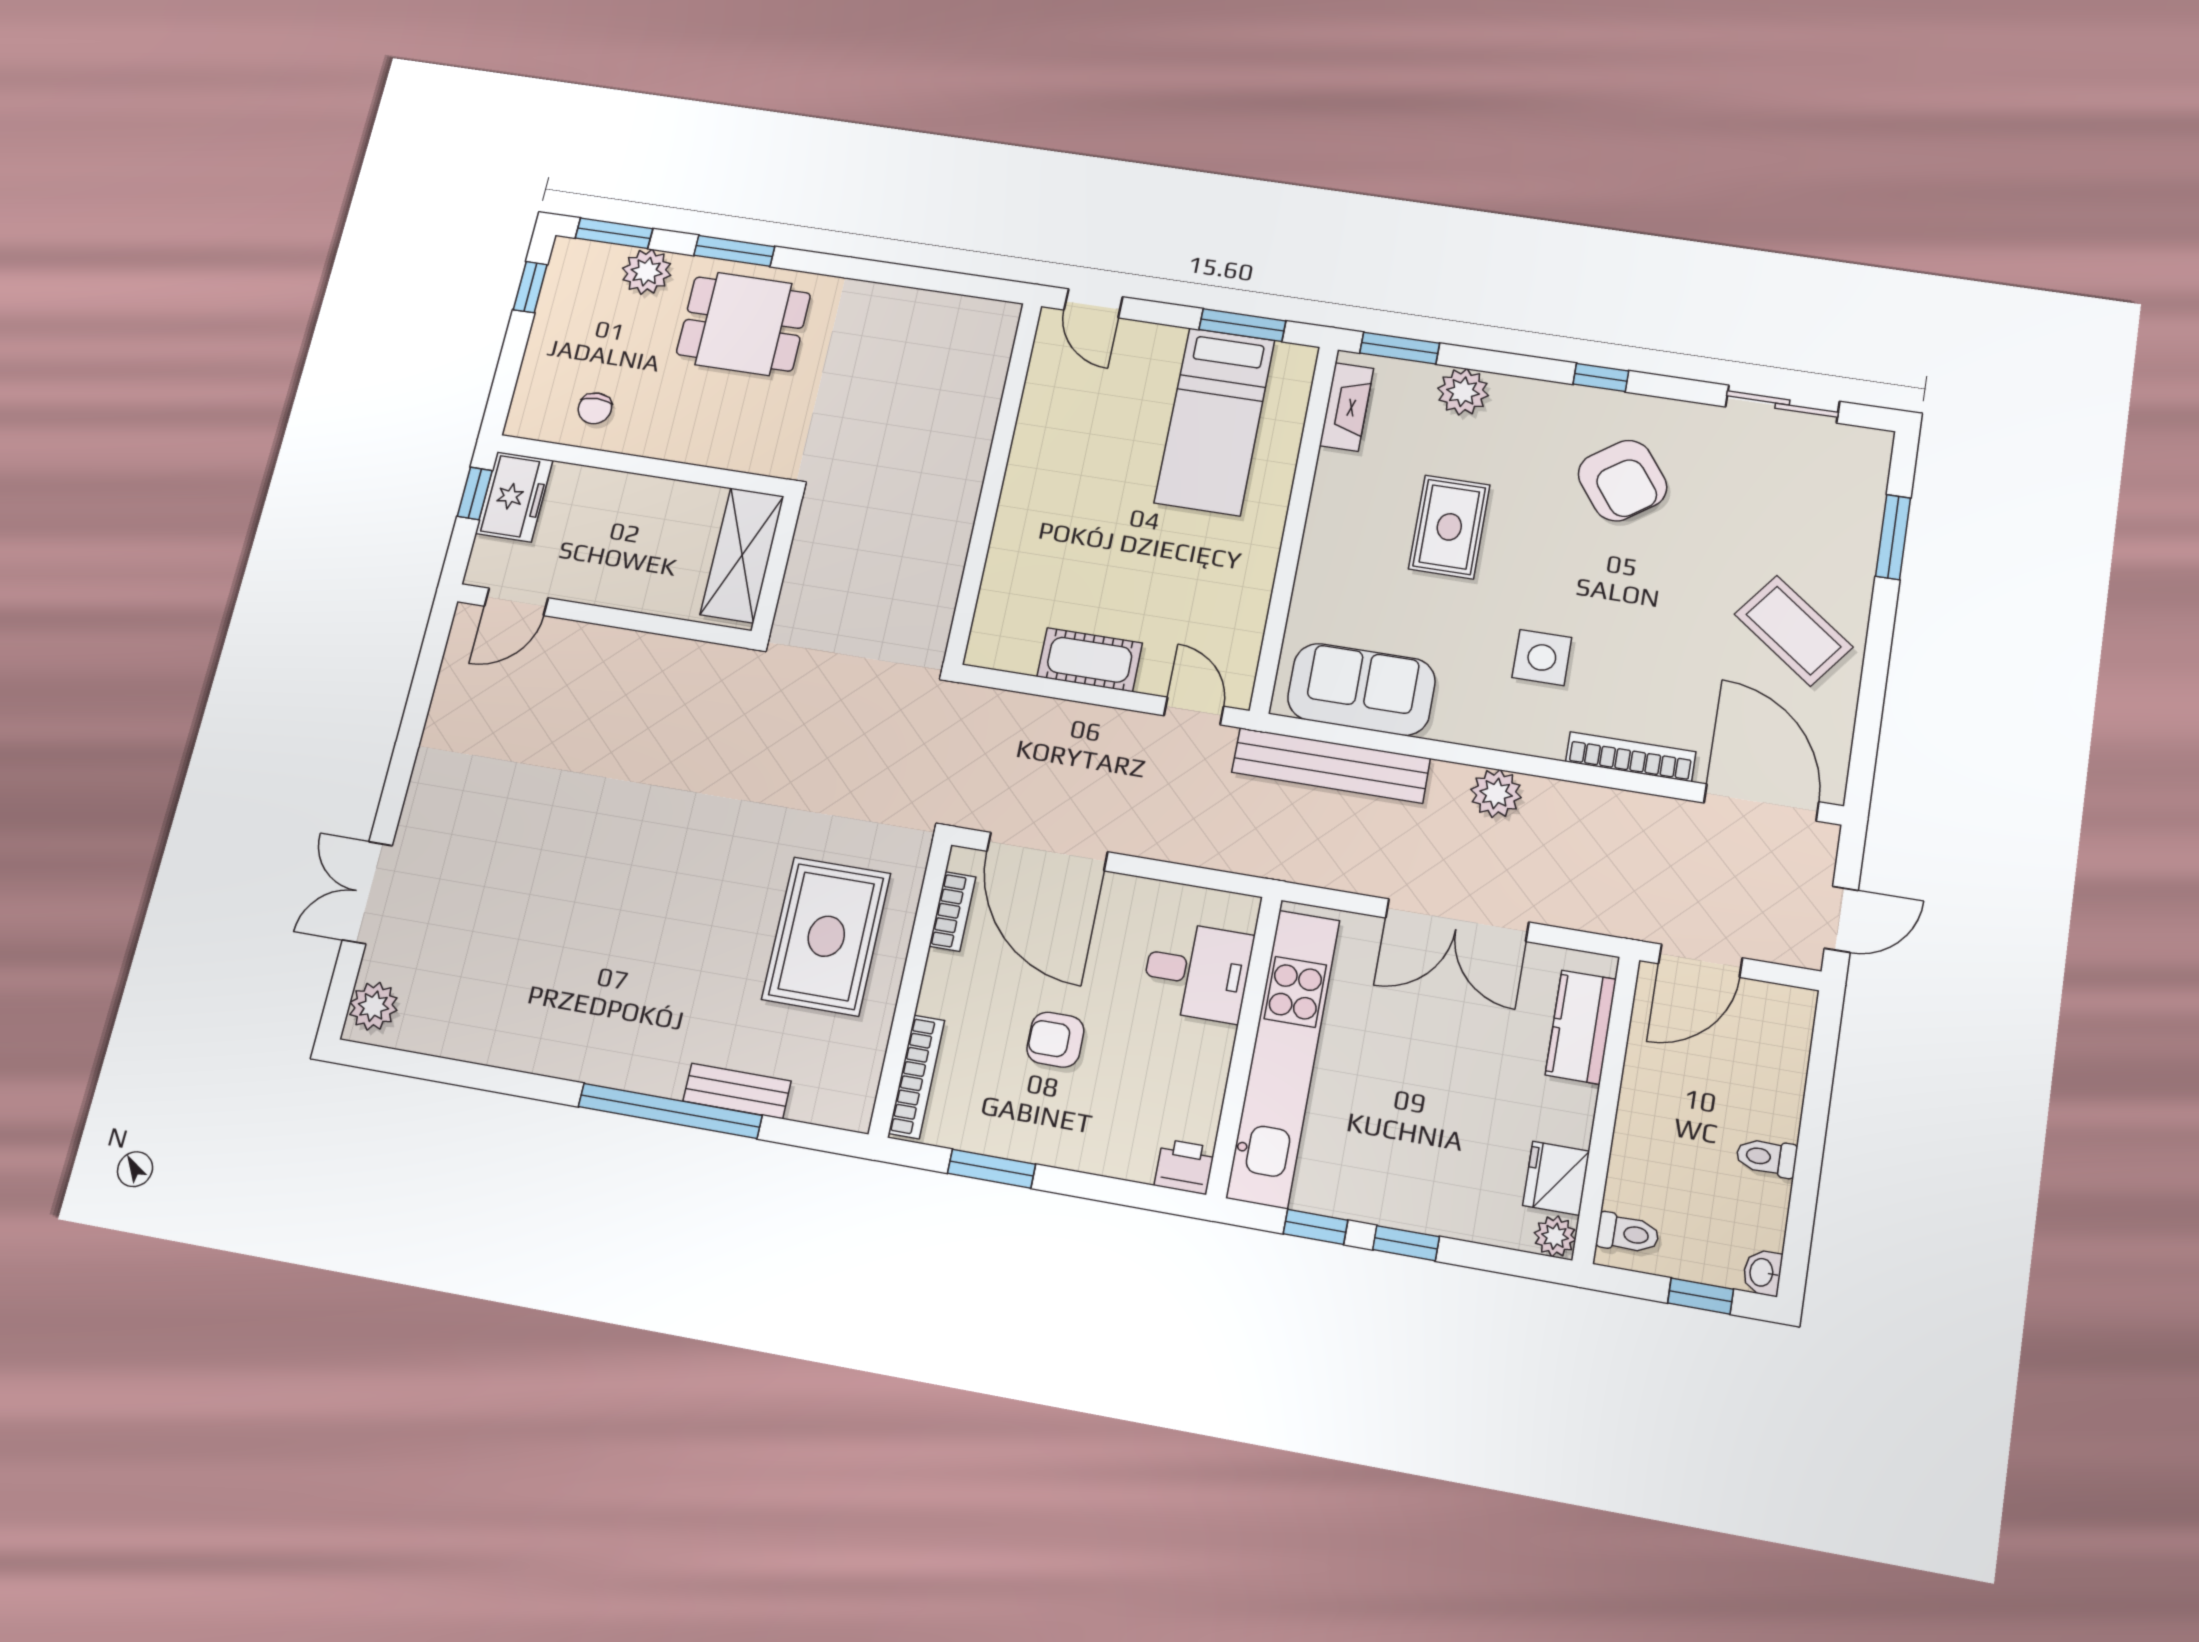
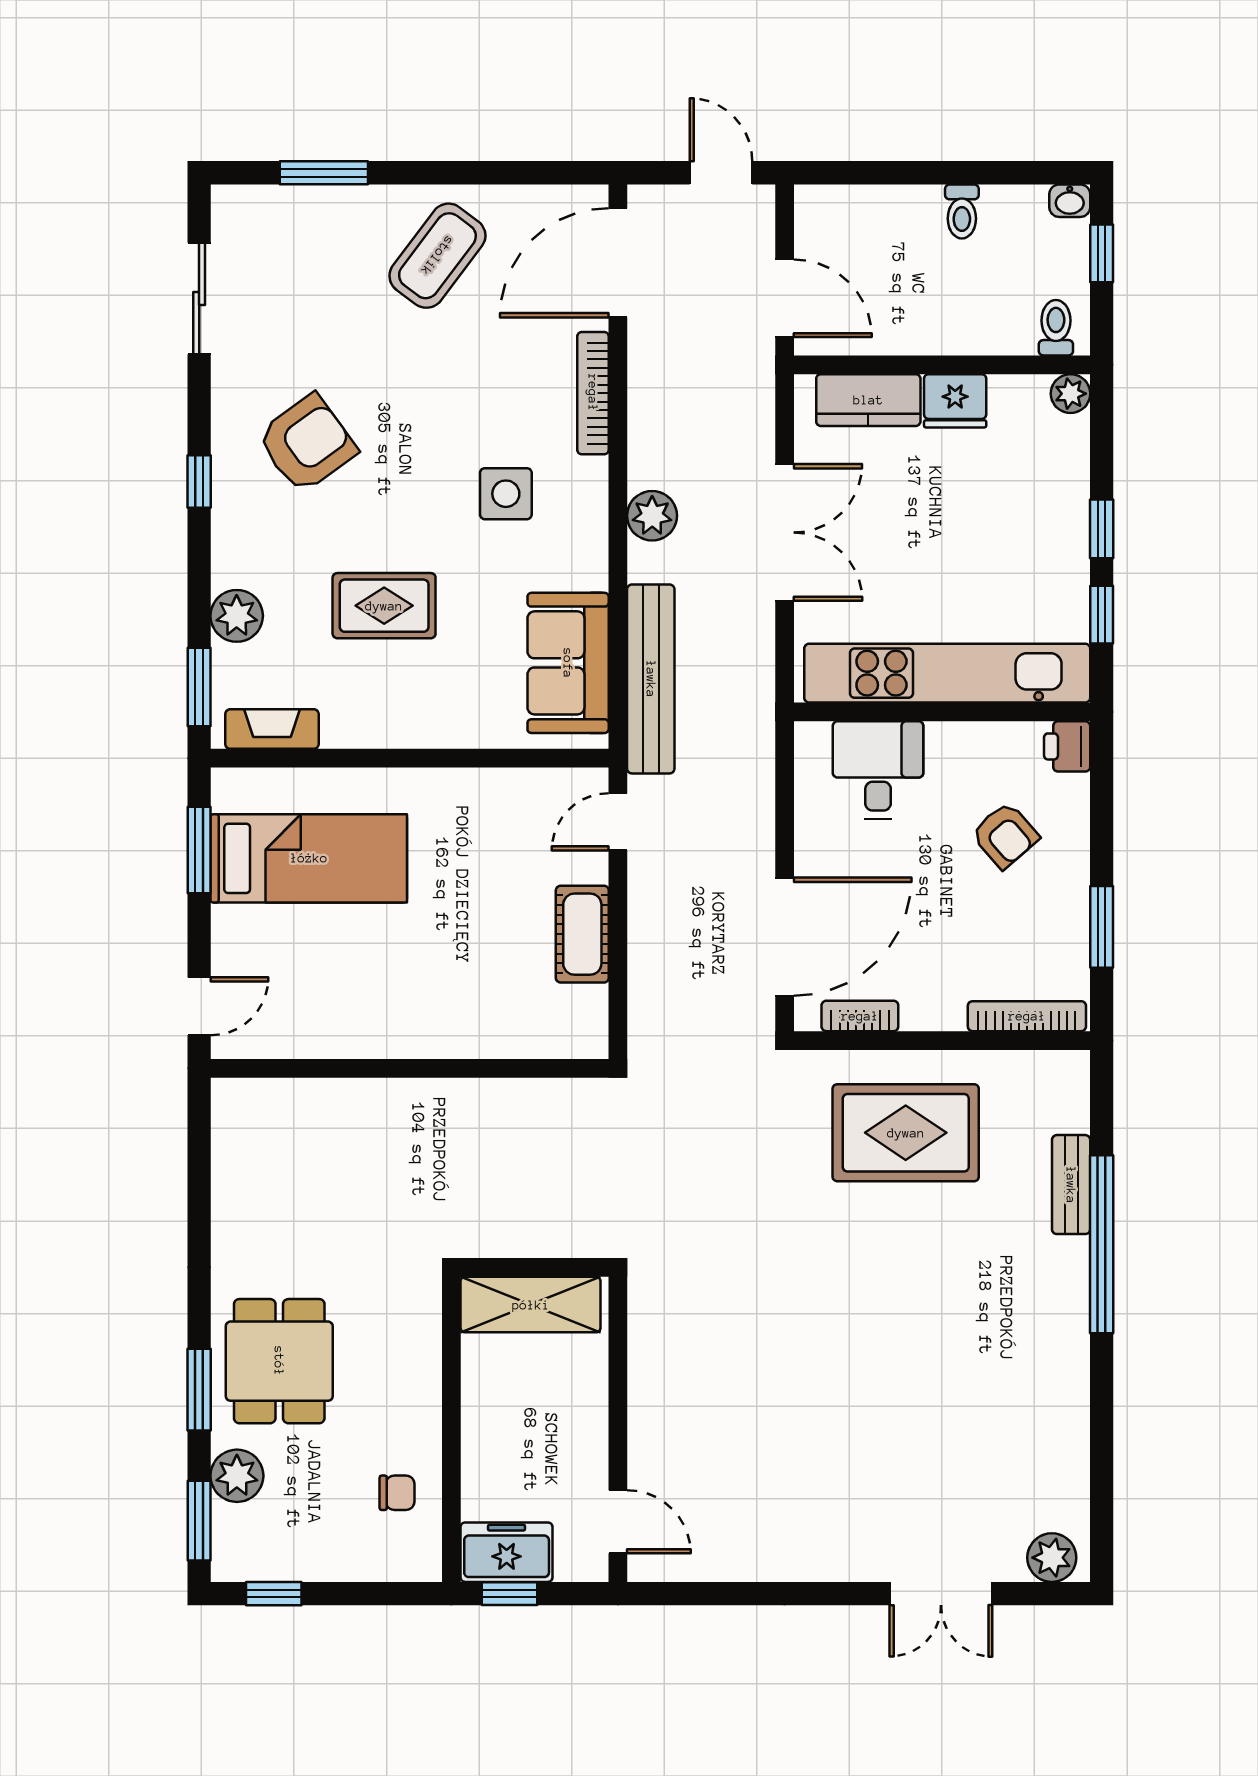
armchair: (1055, 1040) -> (1005, 835), moved, turned -41
fridge: (1556, 1178) -> (955, 401), moved

